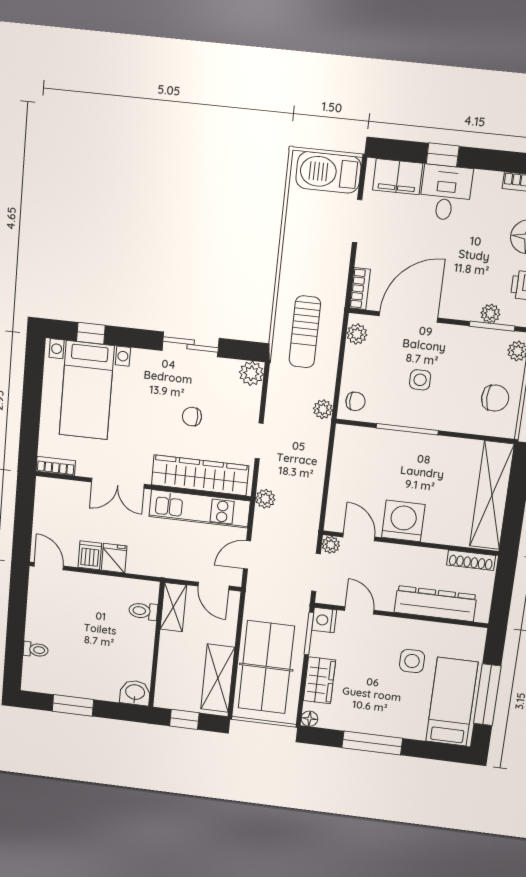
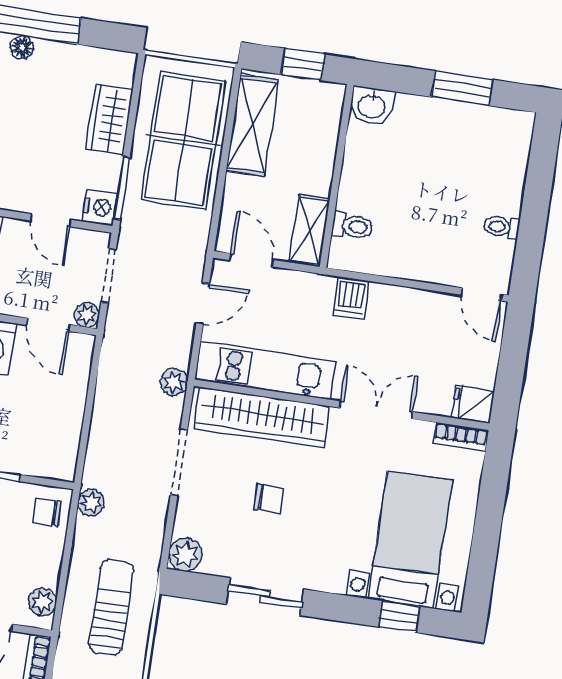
doorway: (259, 441) -> (179, 462), width x1.38
dishwasher: (90, 555) -> (351, 298), moved
fridge: (114, 558) -> (473, 404), moved, turned 90
toilet: (36, 650) -> (502, 227), moved
floor lamp: (309, 719) -> (22, 47), moved

